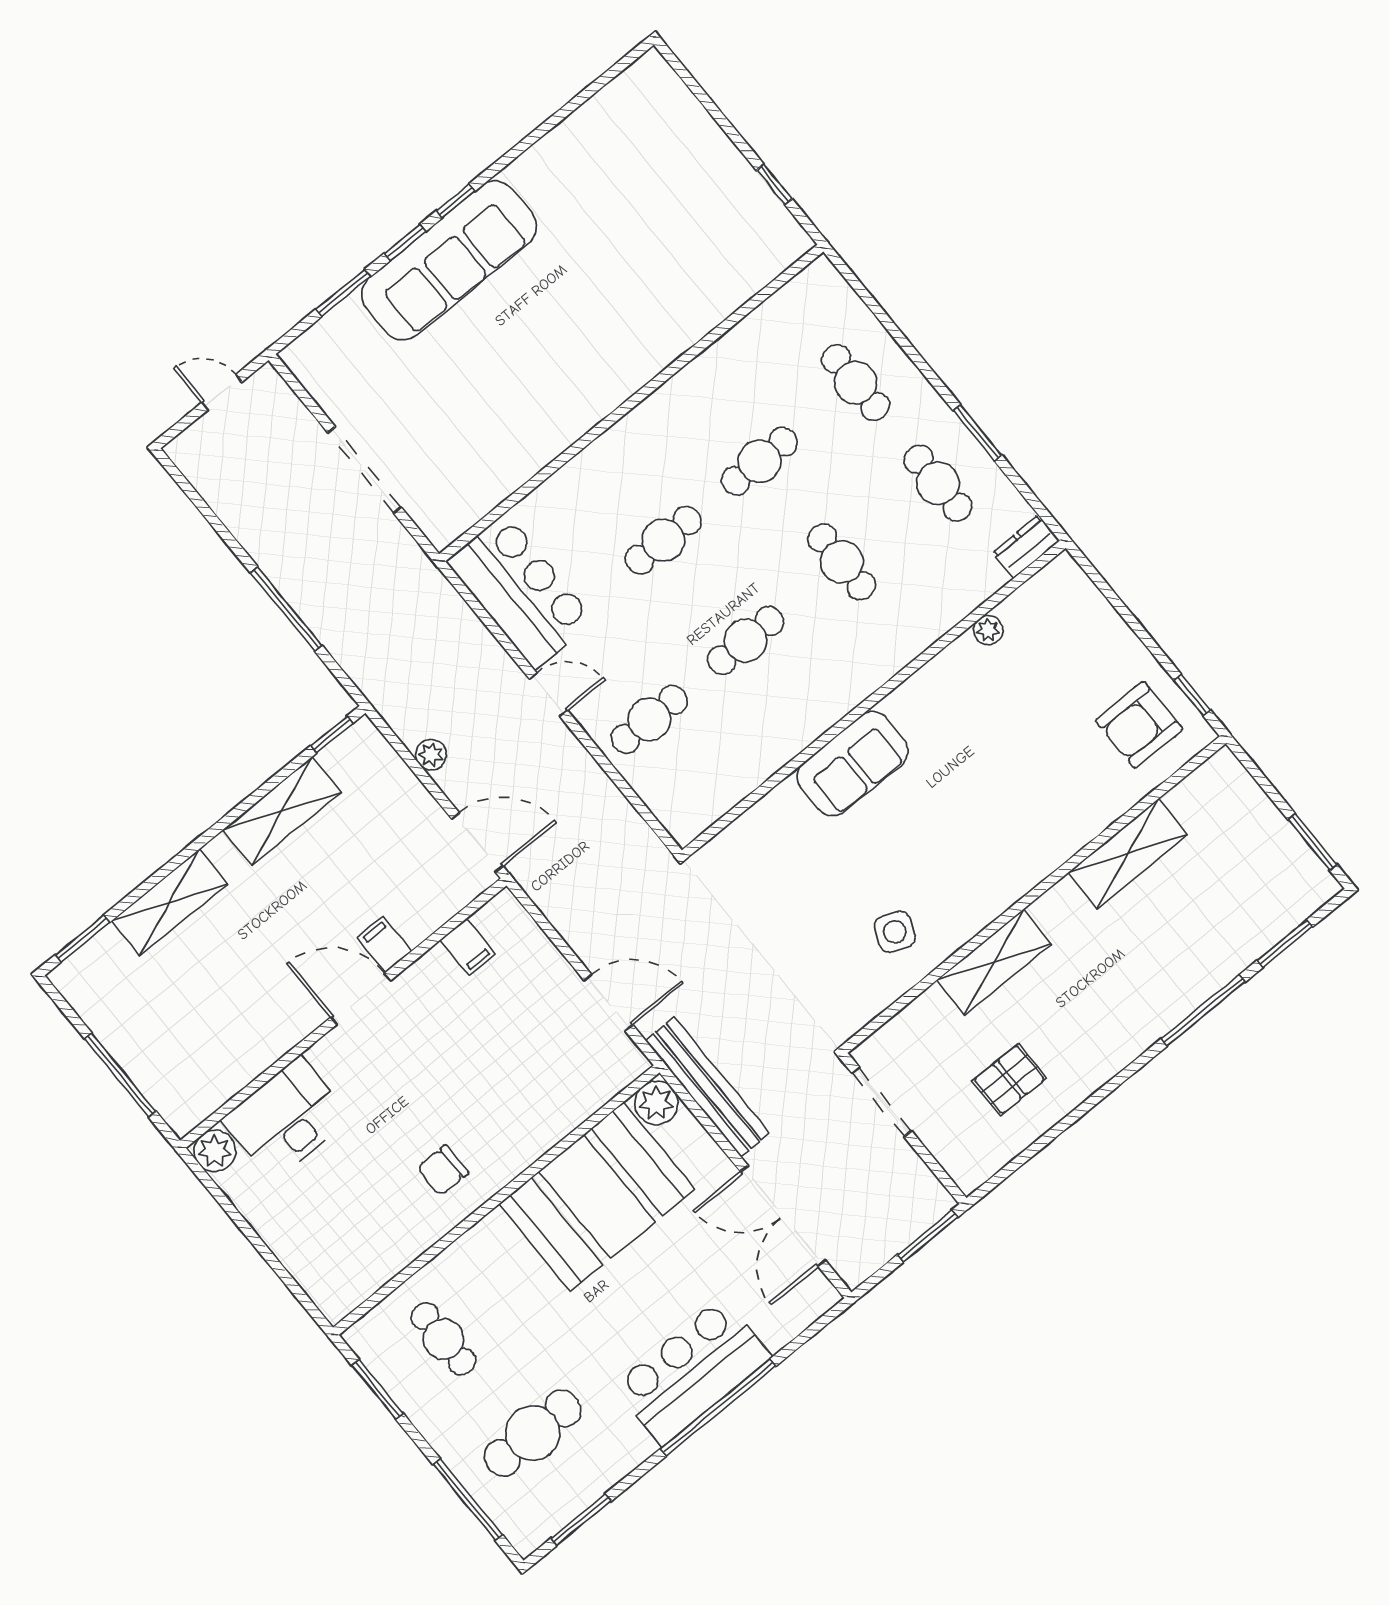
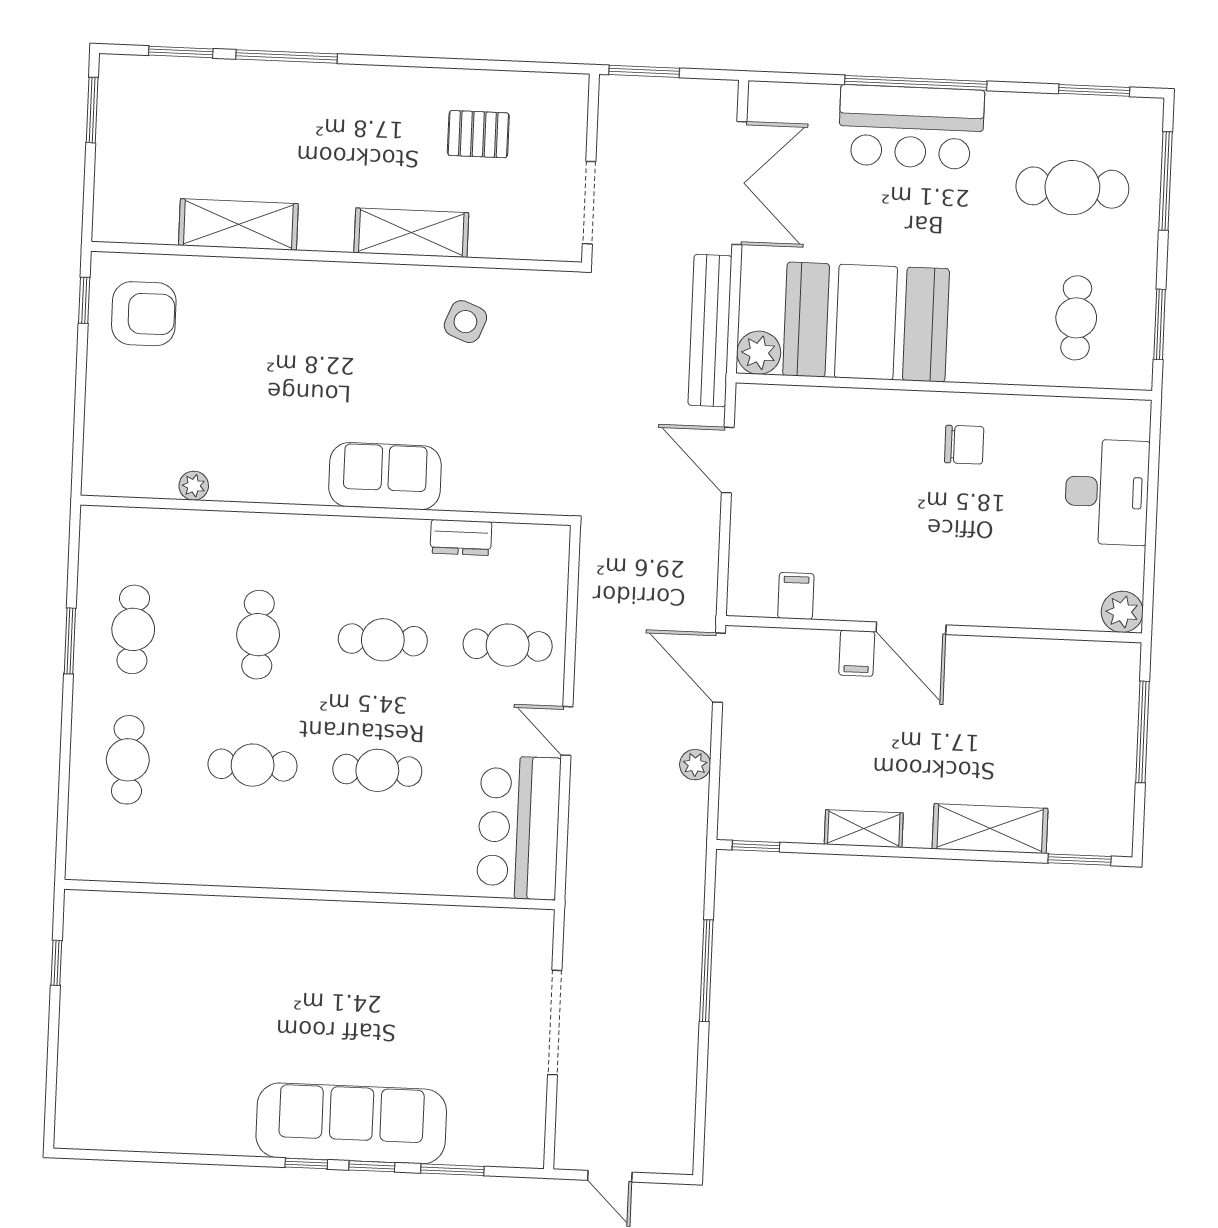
dresser: (1026, 547) -> (461, 537), moved
shelving: (282, 811) -> (864, 829), width x0.67, depth x0.75
desk: (286, 1119) -> (1107, 492), moved, turned -90

